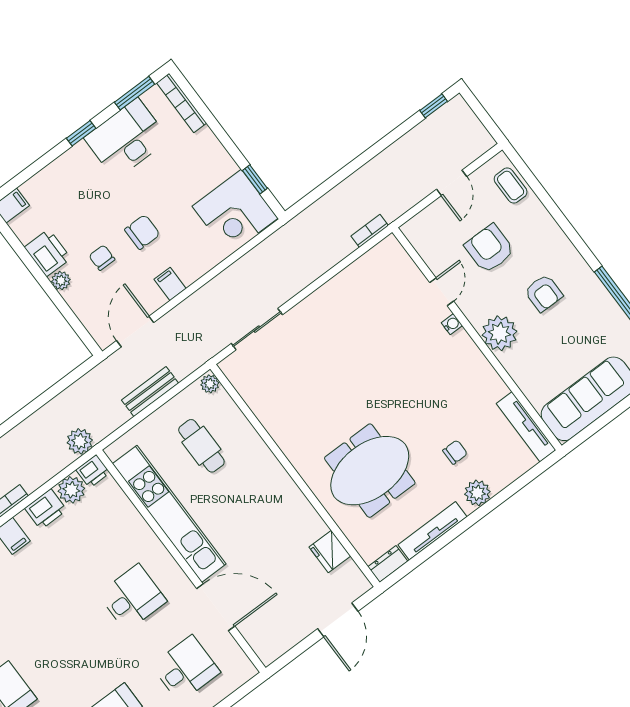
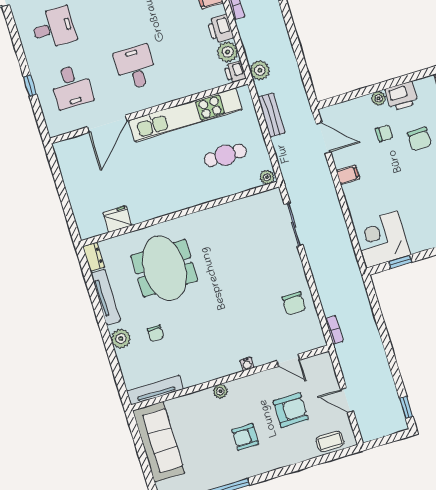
chair: (142, 232) -> (419, 139), moved
door: (442, 292) -> (288, 360), moved
chair: (355, 293) -> (294, 304), added
plant: (499, 333) -> (220, 391), width x0.53, depth x0.53
bench: (150, 392) -> (272, 115), moved
desk: (132, 598) -> (136, 67), turned 180
door: (338, 620) -> (67, 207), removed

